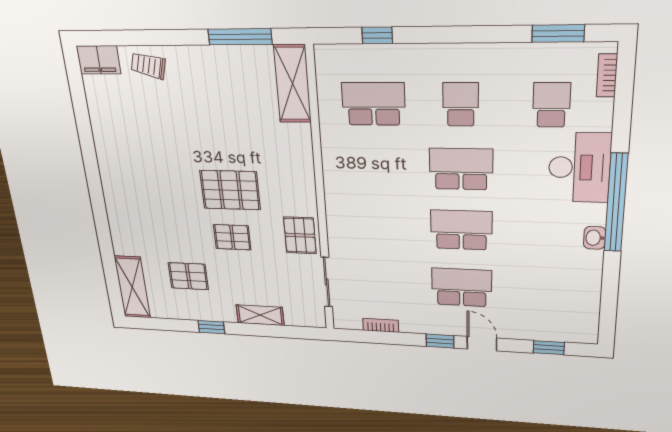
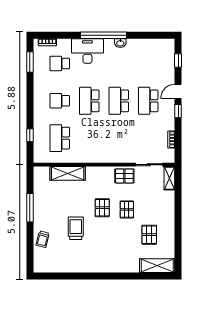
window: (240, 37) -> (30, 208), moved
filing cabinet: (99, 60) -> (40, 263), removed
shelving: (292, 84) -> (68, 173), moved
trolley: (181, 136) -> (76, 228), added
pallet: (230, 190) -> (102, 208), width x0.67, depth x0.71
shelving: (260, 315) -> (169, 178), moved
window: (211, 327) -> (178, 226), removed

